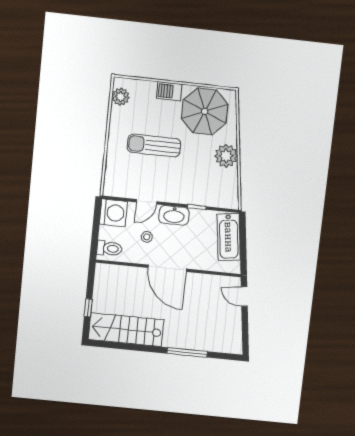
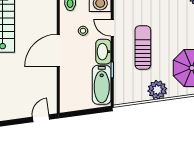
sun lounger: (154, 145) -> (143, 47), moved
bathtub: (229, 237) -> (102, 85), moved, turned -82

